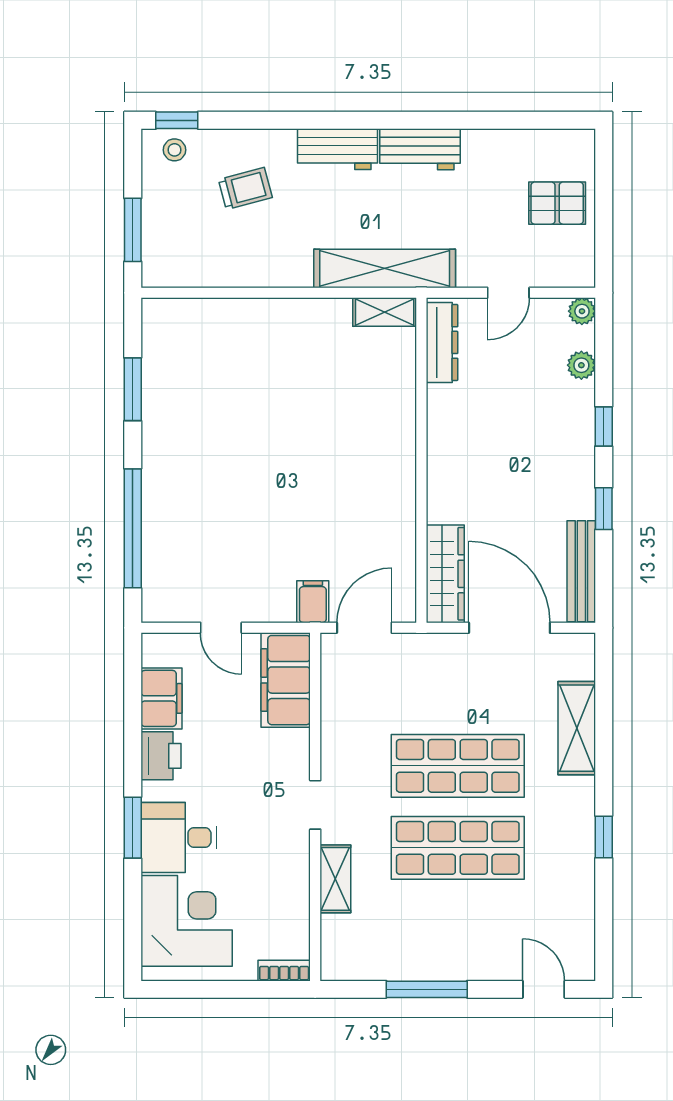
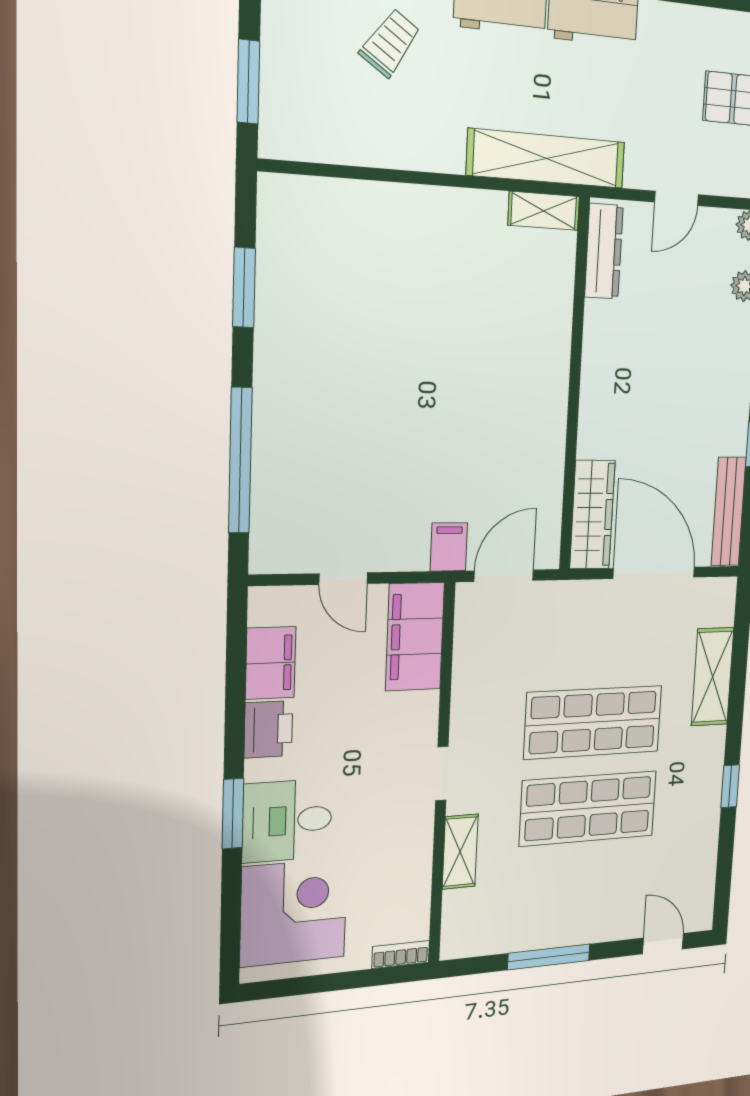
trolley: (245, 188) -> (390, 43), turned -41

